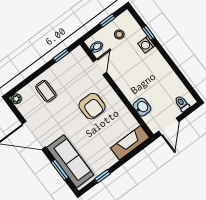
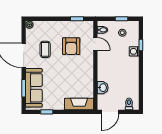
door: (100, 67) -> (95, 44), hinge flipped
coffee table: (46, 91) -> (45, 49), moved
armchair: (92, 106) -> (71, 46), moved

